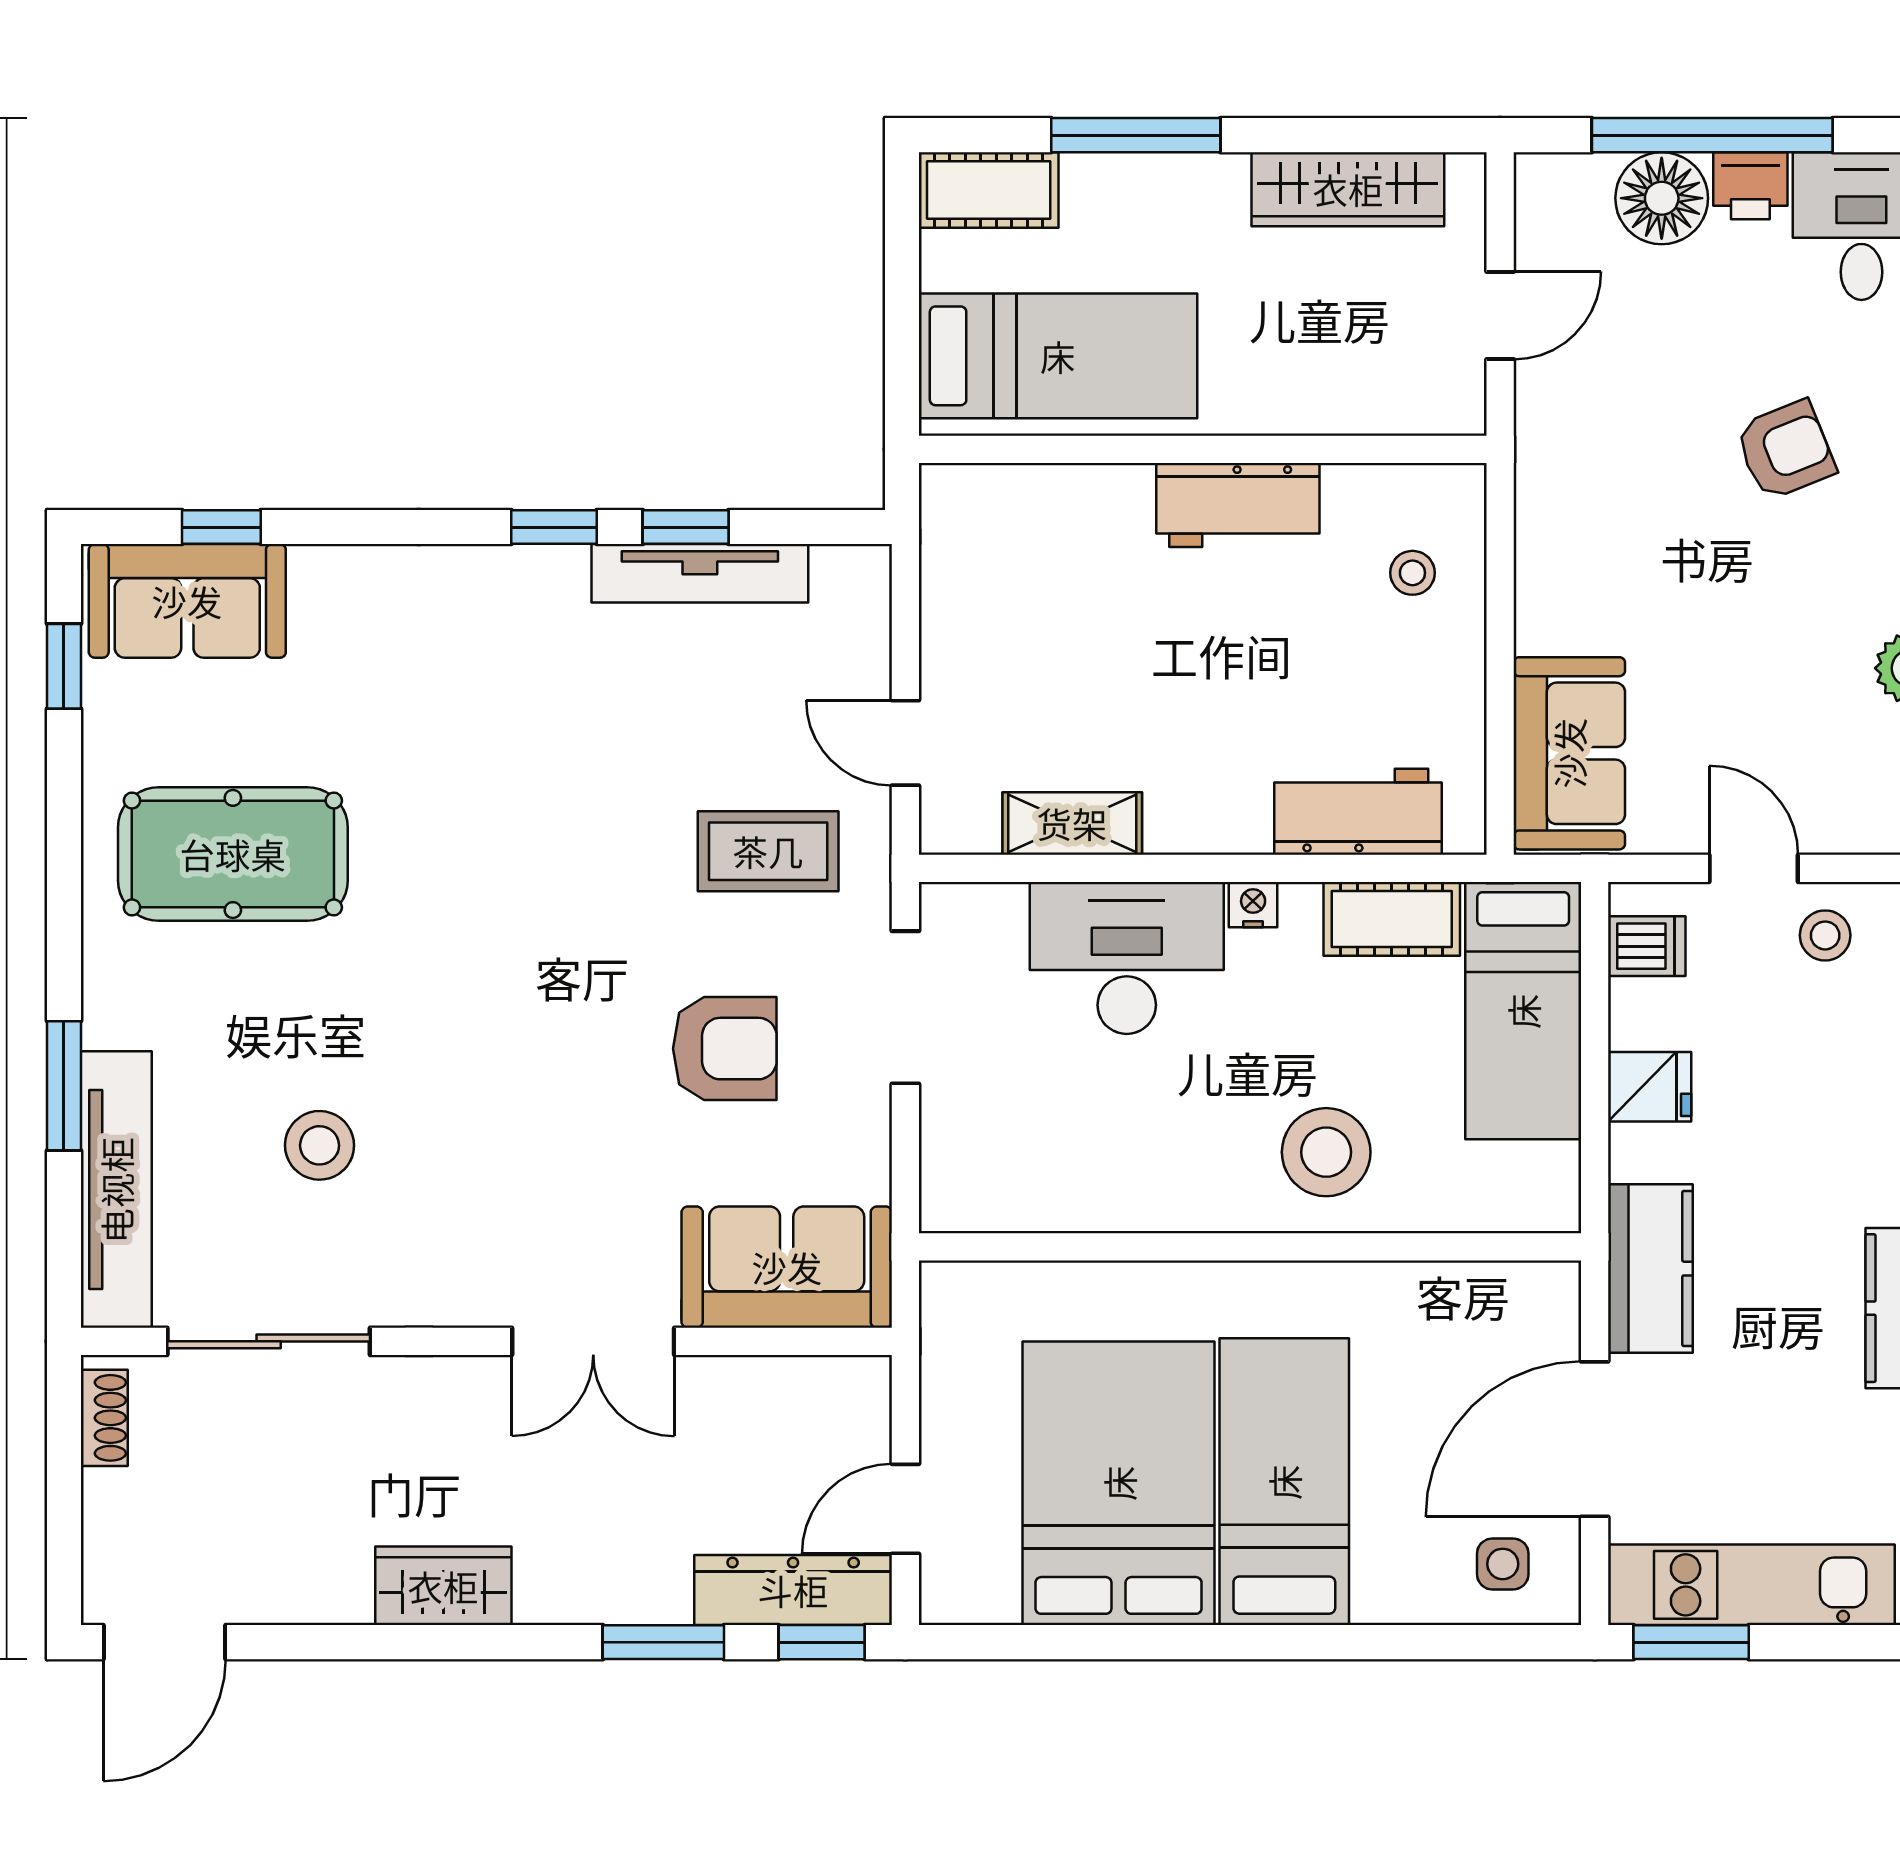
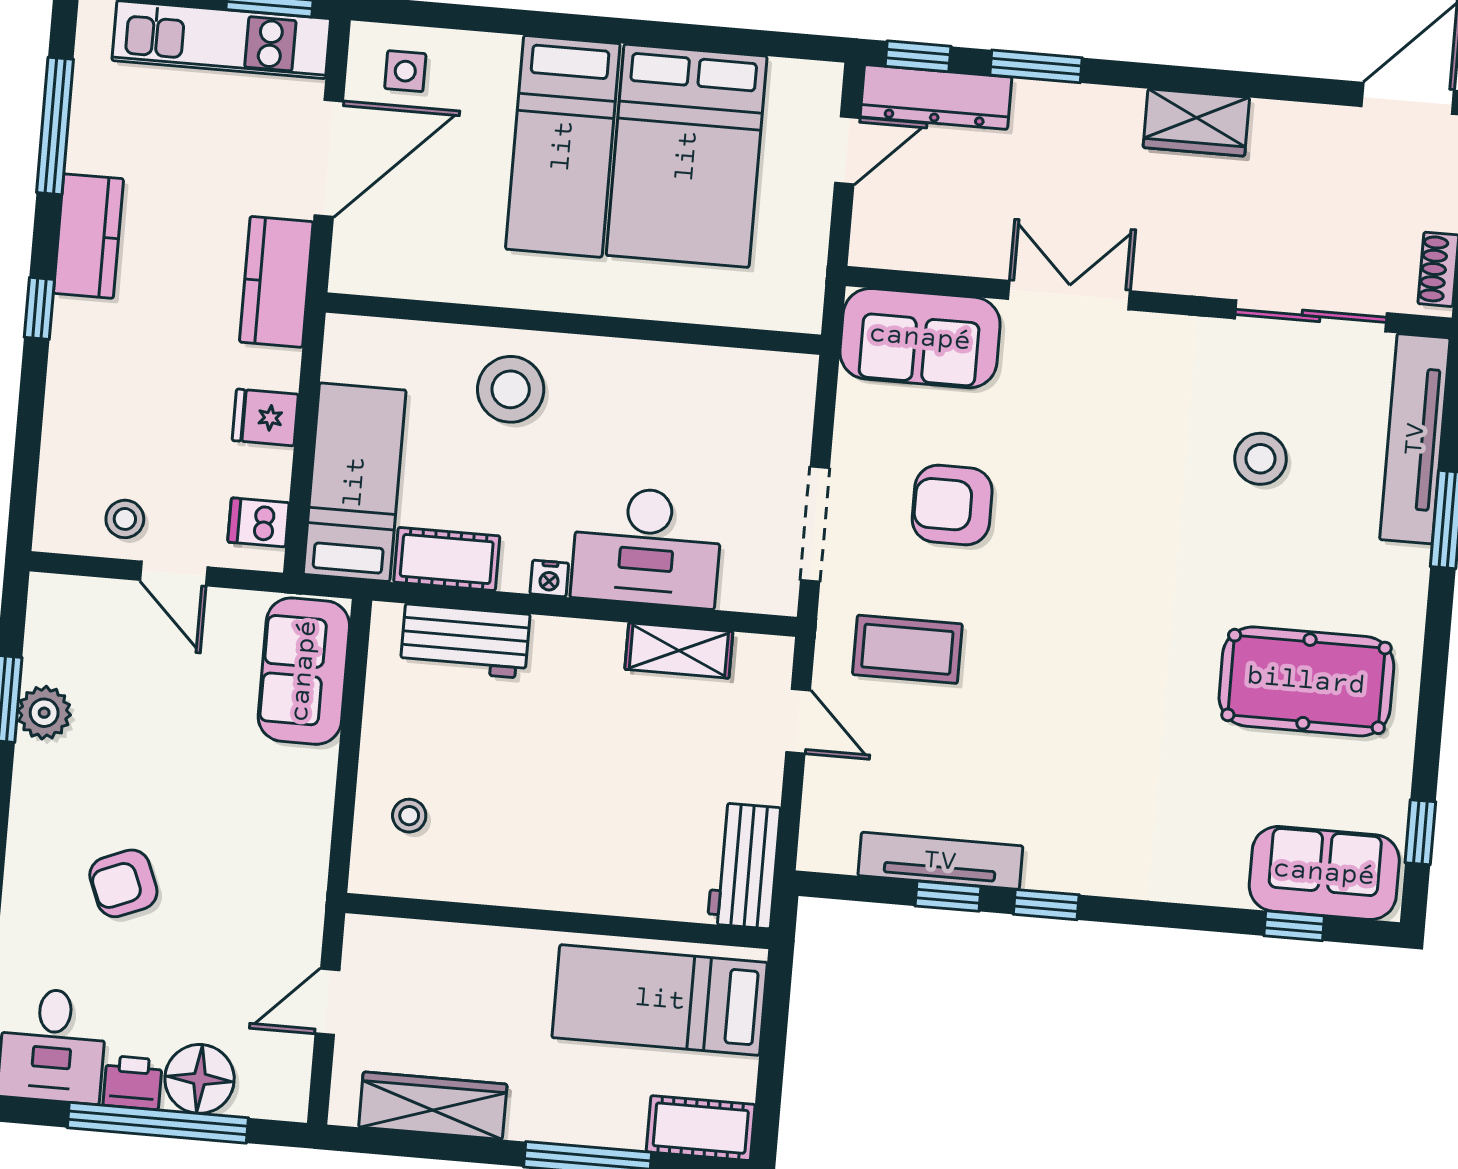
workbench: (1238, 505) -> (744, 866), moved, turned -90

